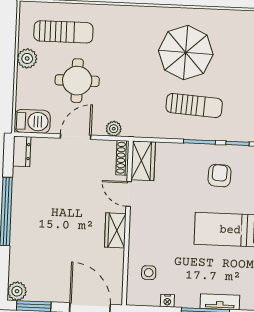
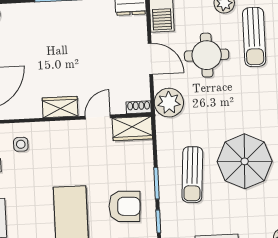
plant: (114, 129) -> (169, 103), width x1.87, depth x1.87
shoe rack: (122, 158) -> (139, 107), width x0.70
armchair: (219, 176) -> (125, 206), width x1.38, depth x1.38

